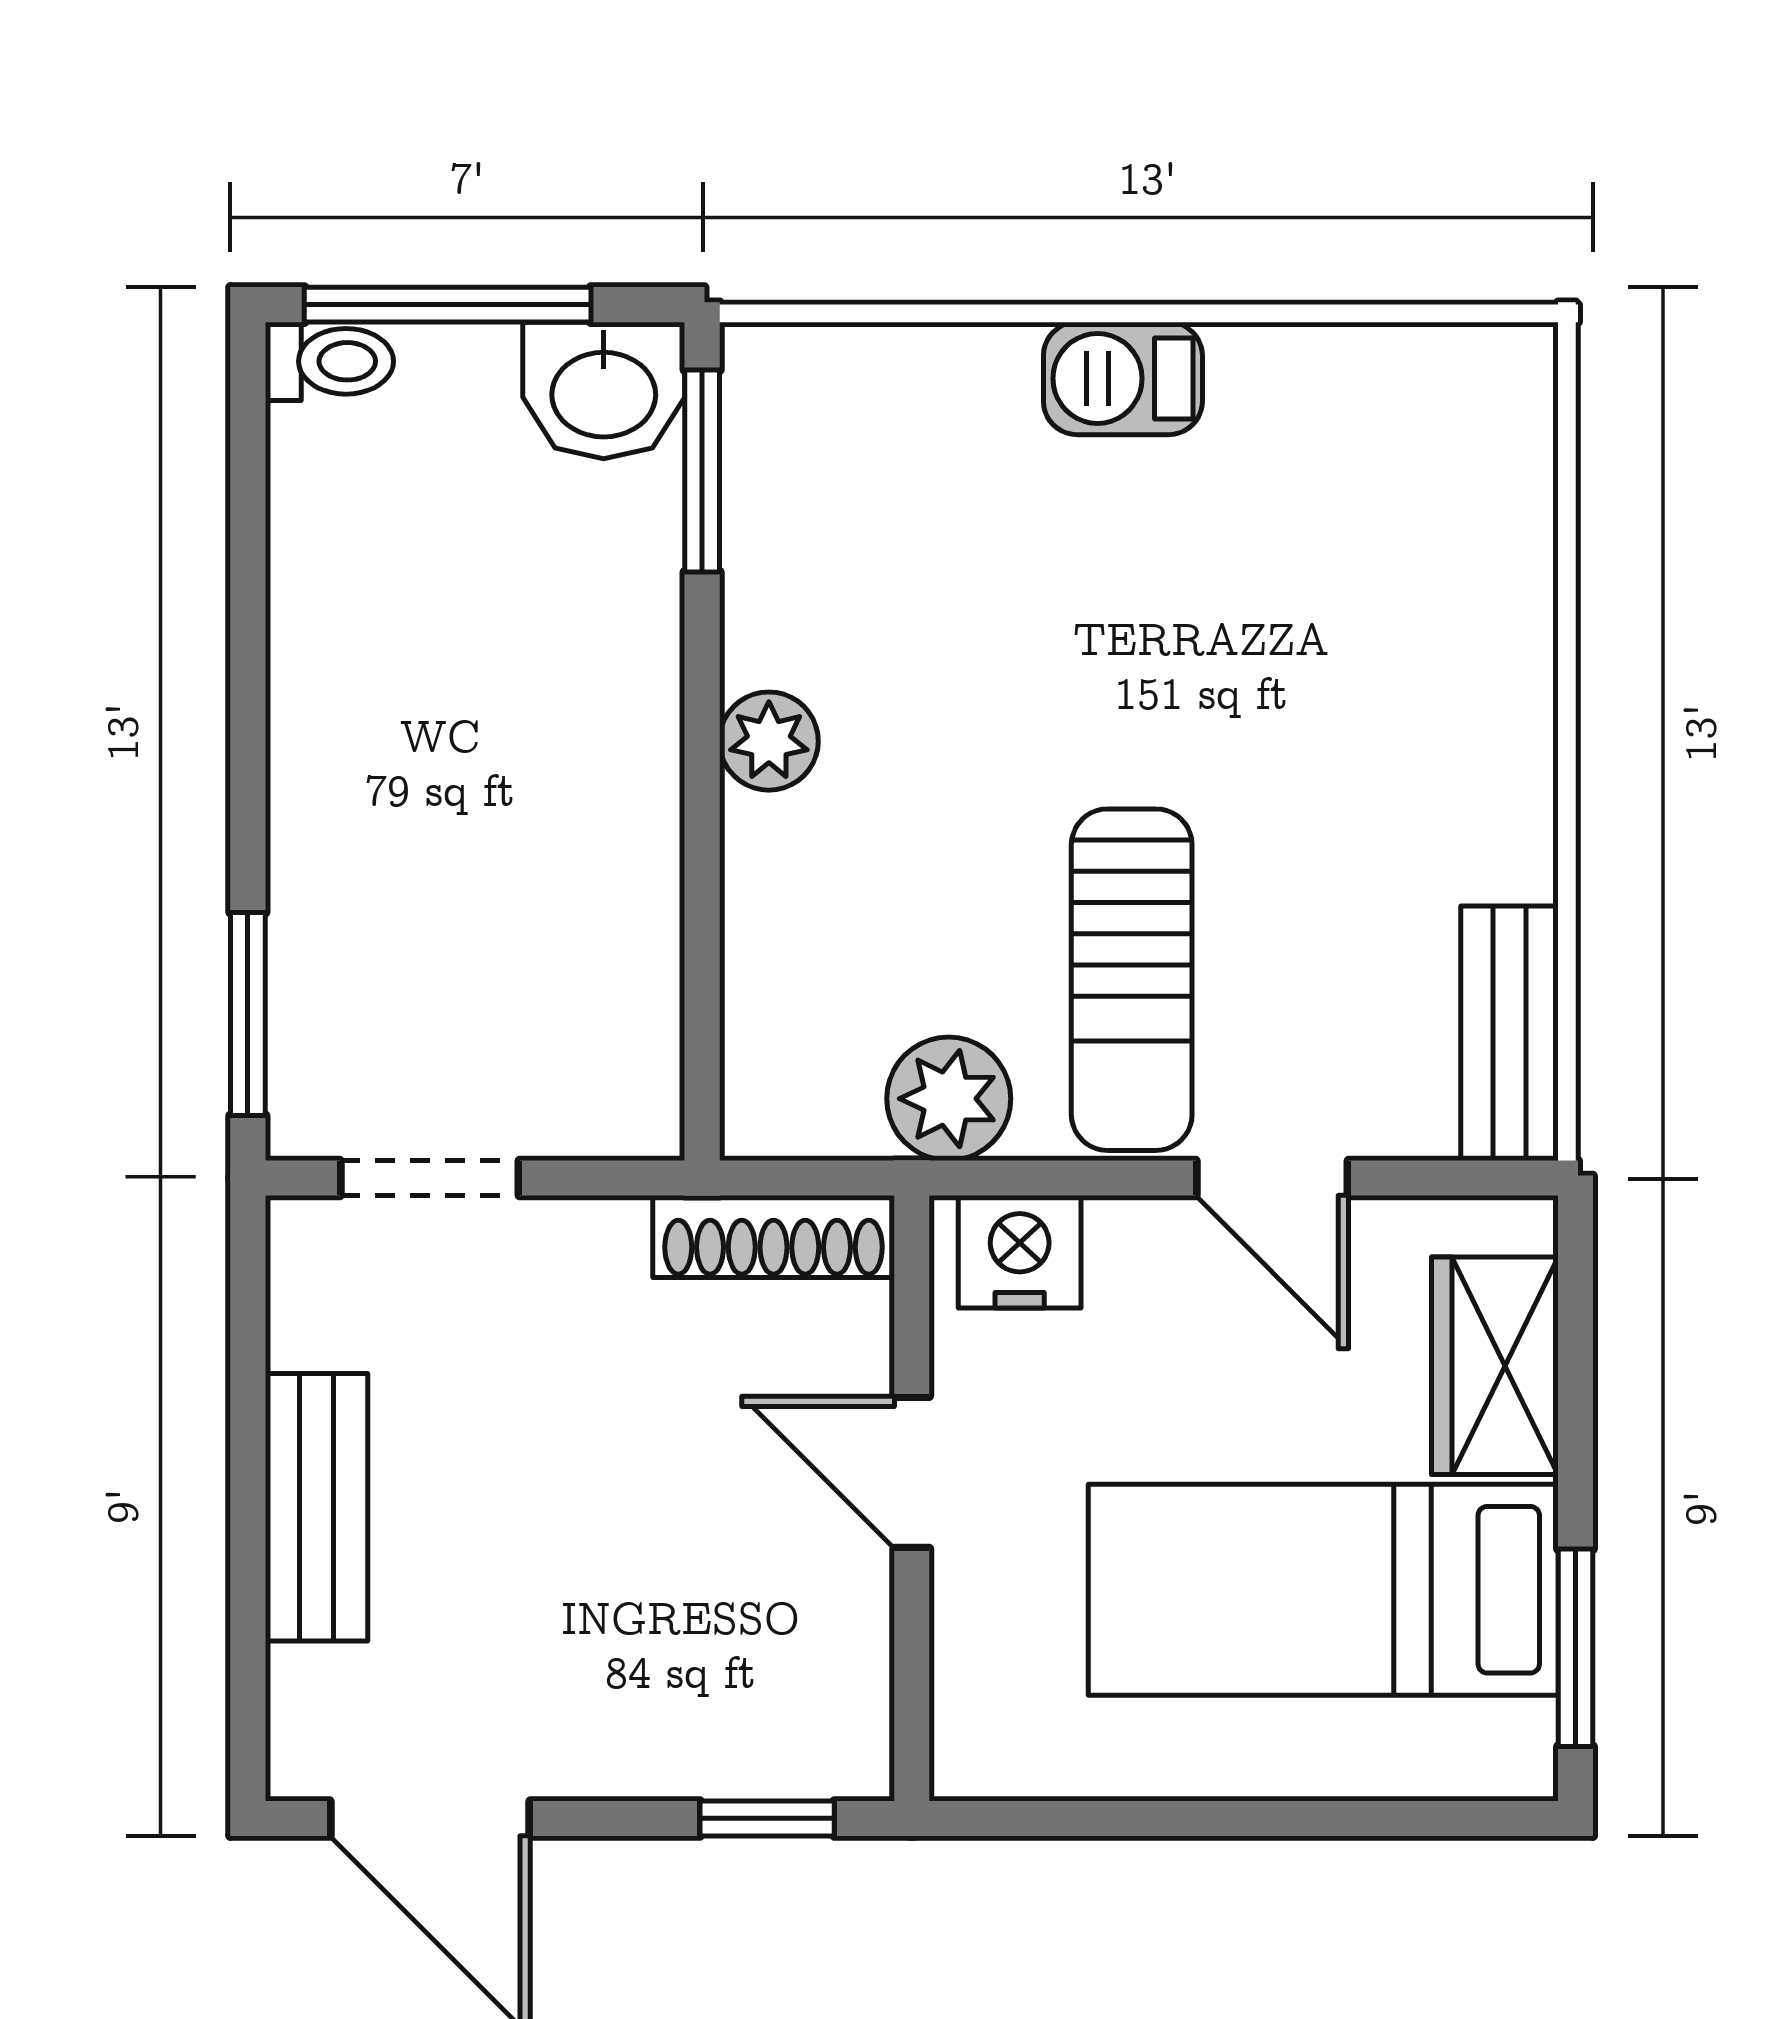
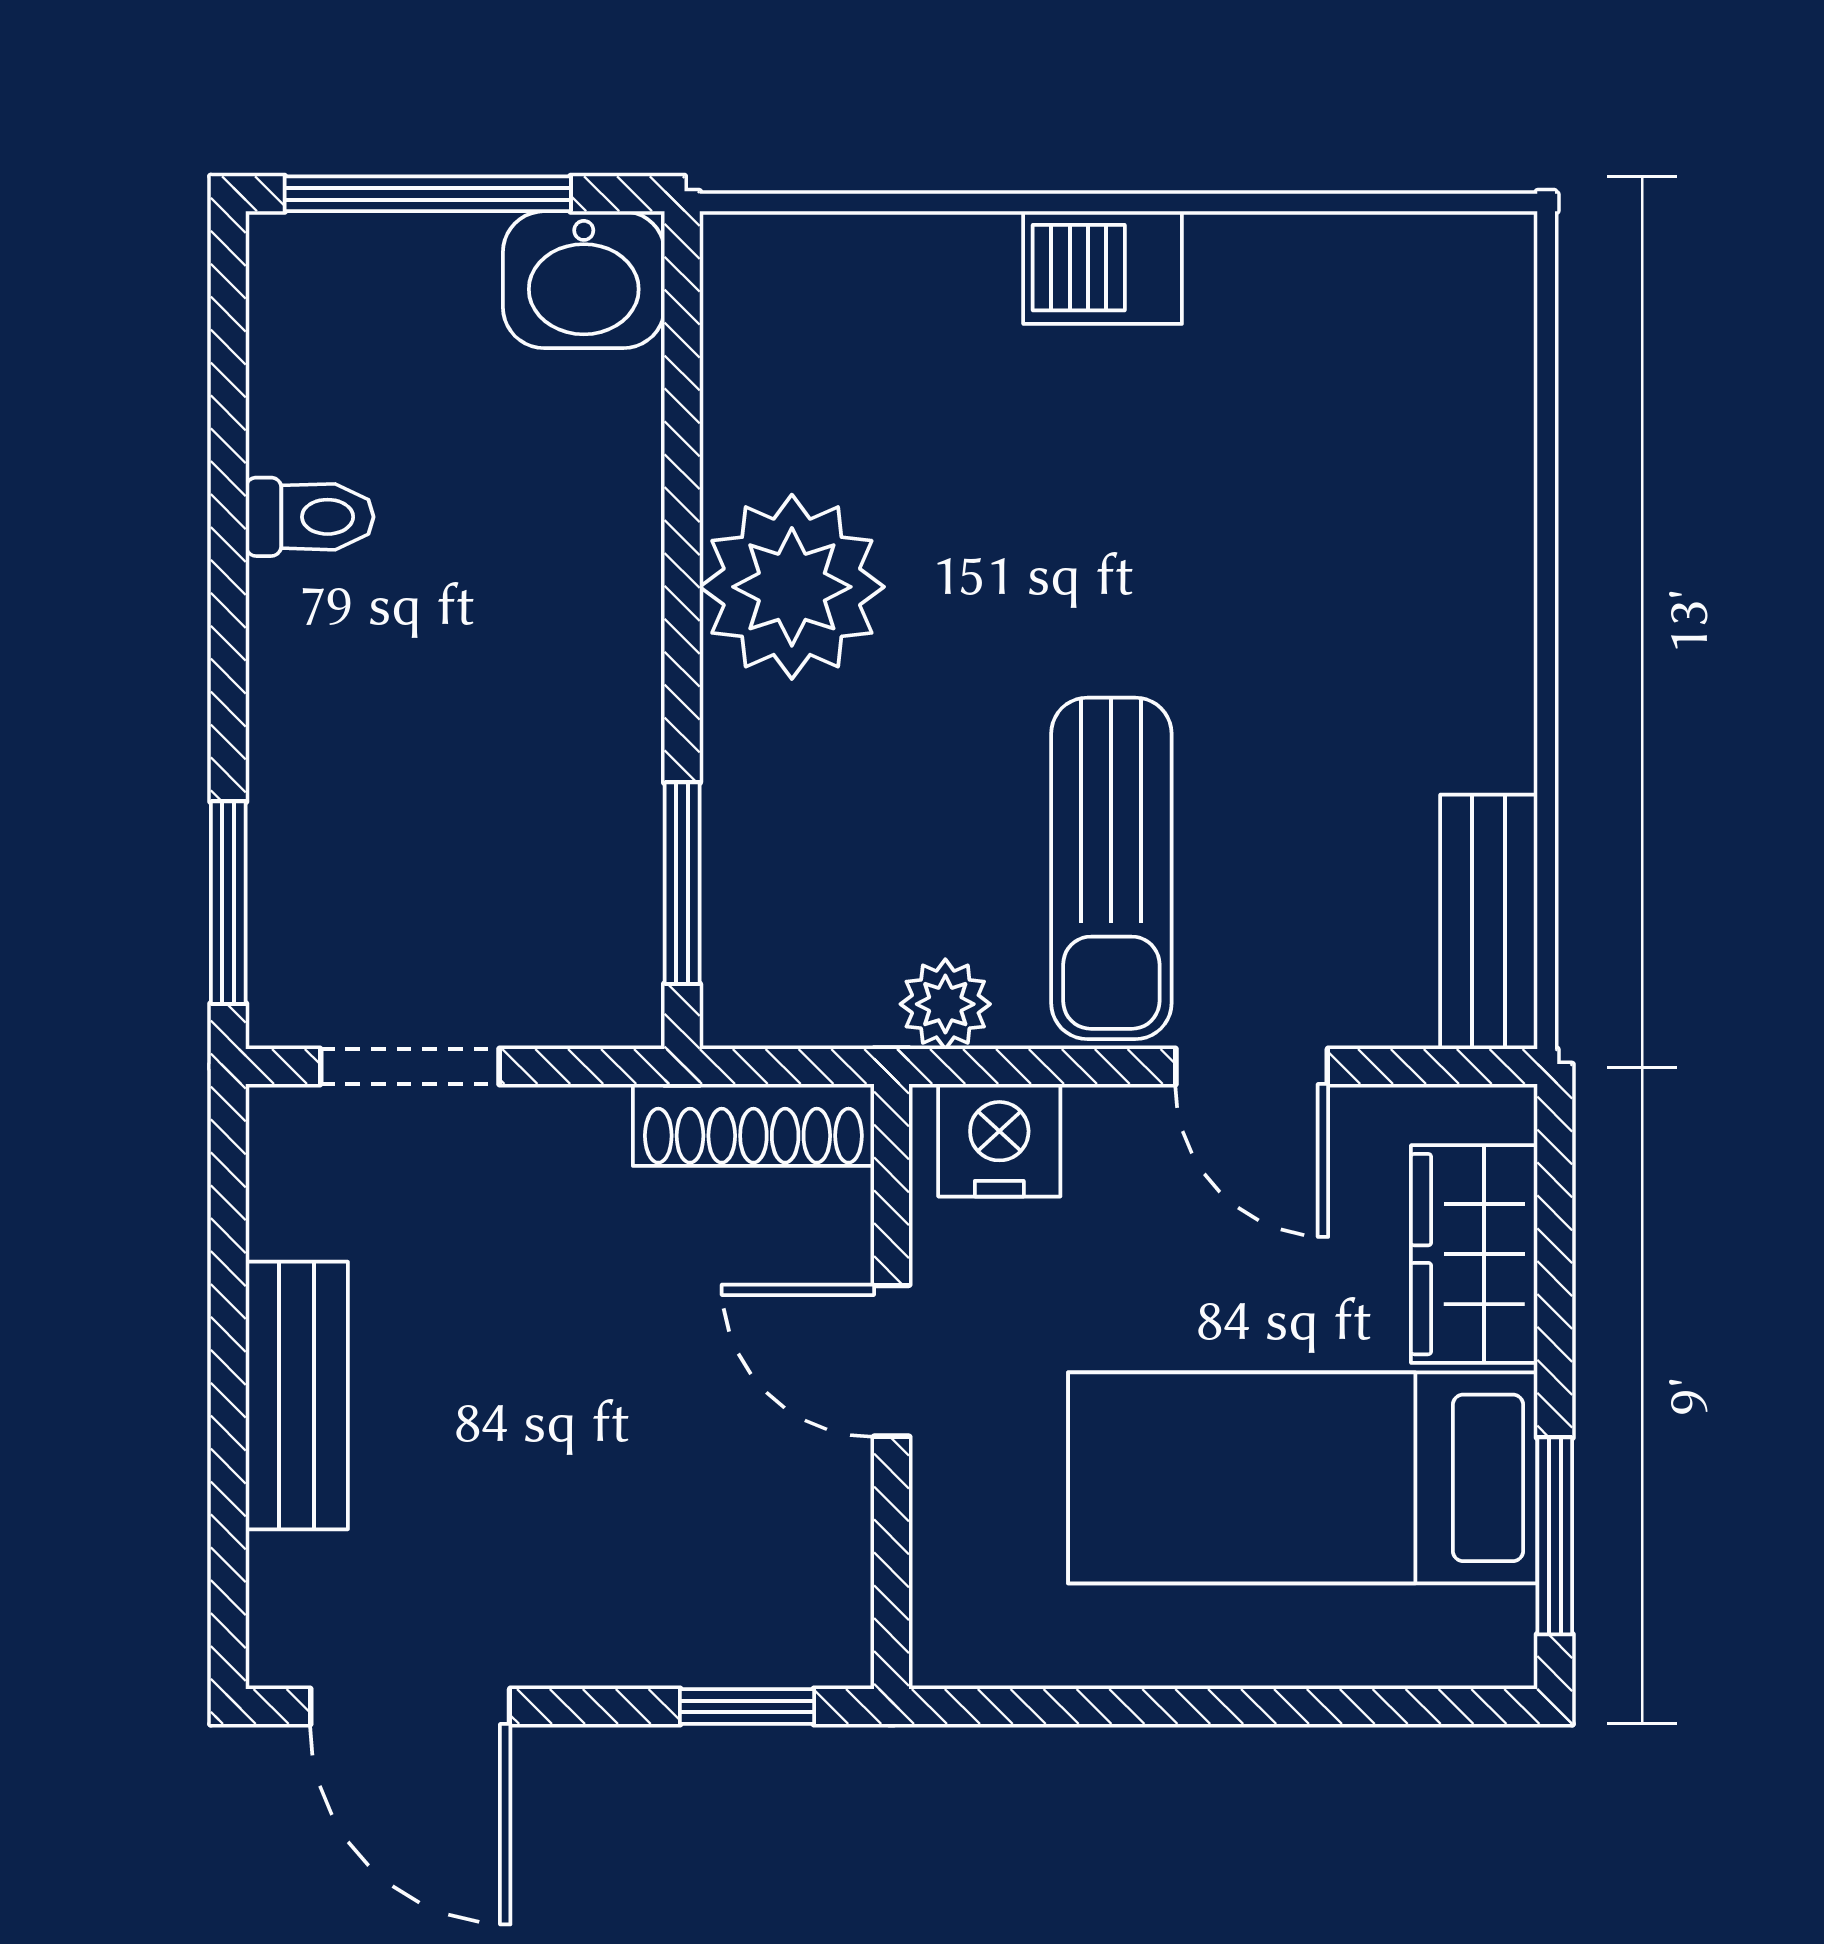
toilet: (329, 361) -> (310, 517), moved
window: (702, 471) -> (682, 883), moved
plant: (769, 741) -> (792, 587), width x1.88, depth x1.88
plant: (949, 1099) -> (945, 1004), width x0.73, depth x0.73

